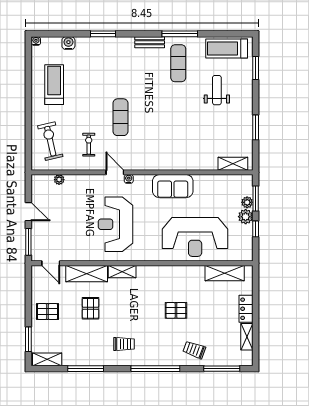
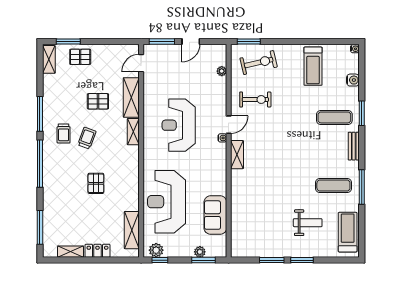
bench: (150, 42) -> (354, 146), moved
window: (256, 68) -> (302, 260), moved
treadmill: (54, 85) -> (313, 66), turned 90
exercise mat: (120, 117) -> (334, 117), moved
exercise bike: (89, 145) -> (255, 100), width x1.38, depth x1.39
window: (28, 151) -> (249, 42), added
shelving: (233, 164) -> (237, 155), moved
sofa: (173, 186) -> (215, 215), moved
plant: (246, 217) -> (156, 250), moved
reception desk: (115, 224) -> (179, 125), turned -90
window: (256, 229) -> (160, 260), moved
pallet: (48, 312) -> (80, 57), moved, turned 90
trolley: (194, 350) -> (87, 138), moved
window: (86, 369) -> (40, 114), moved

